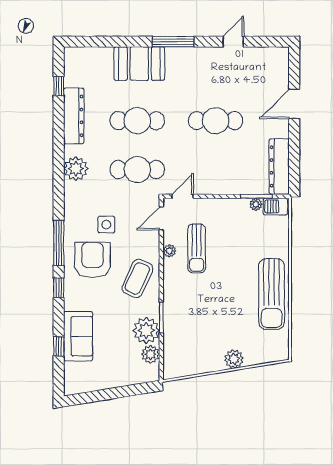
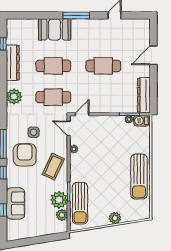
door: (161, 218) -> (69, 128), hinge flipped
sun lounger: (197, 248) -> (80, 203), moved, width x1.36, depth x1.34

